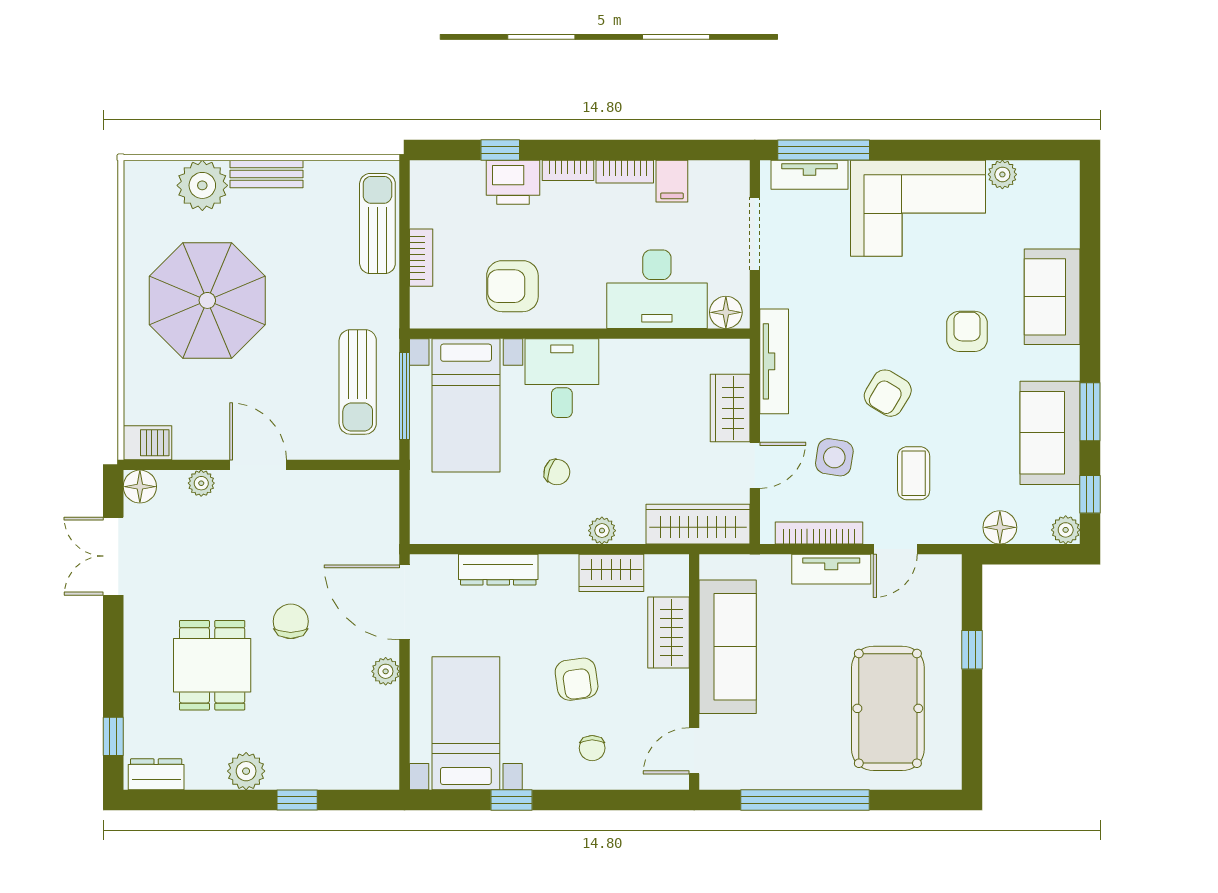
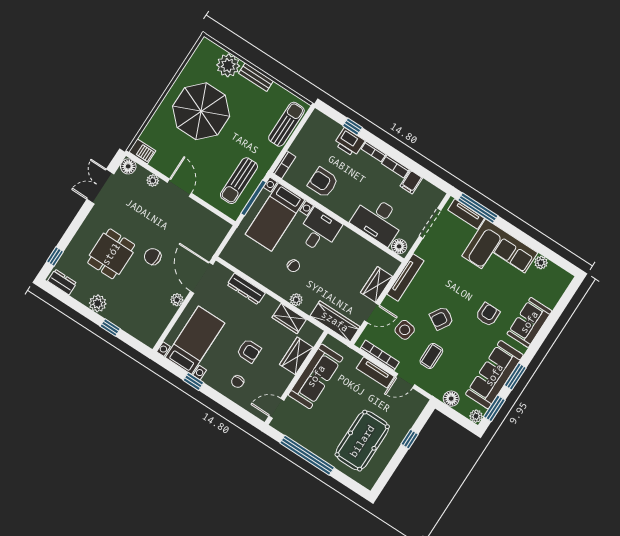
bookcase: (421, 258) -> (284, 165), moved
sofa: (1050, 433) -> (494, 375), width x1.36
window: (1090, 494) -> (494, 408), width x1.50
chair: (291, 621) -> (153, 257), turned -90
armchair: (577, 679) -> (249, 351), turned -82

